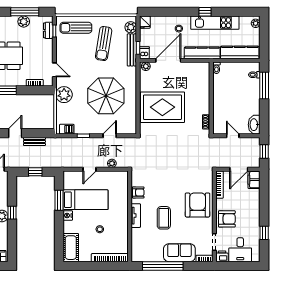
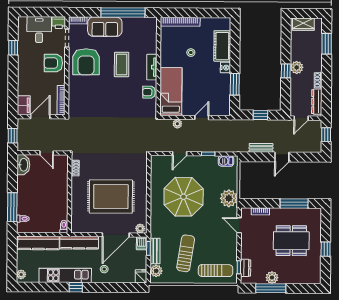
bench: (132, 50) -> (155, 251), width x0.73
rug: (162, 107) -> (111, 197), moved
bed: (86, 200) -> (171, 92), moved, turned 90
armchair: (198, 205) -> (86, 62), moved
cot: (71, 248) -> (222, 46), moved

